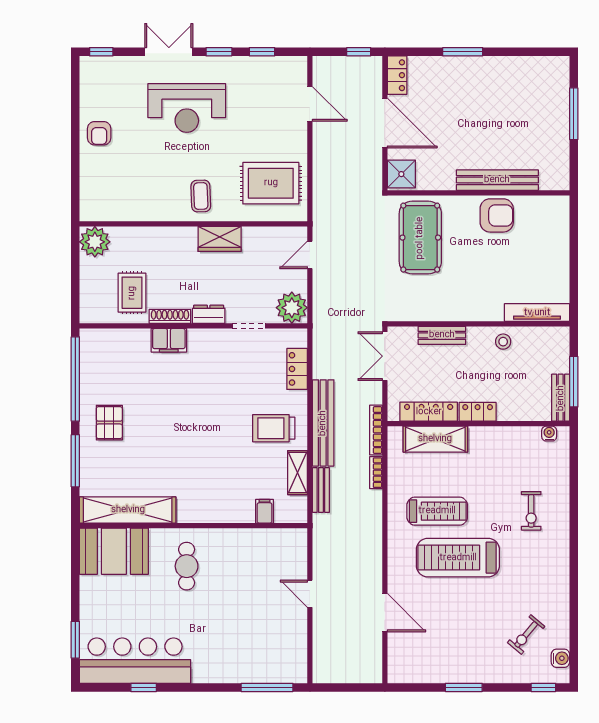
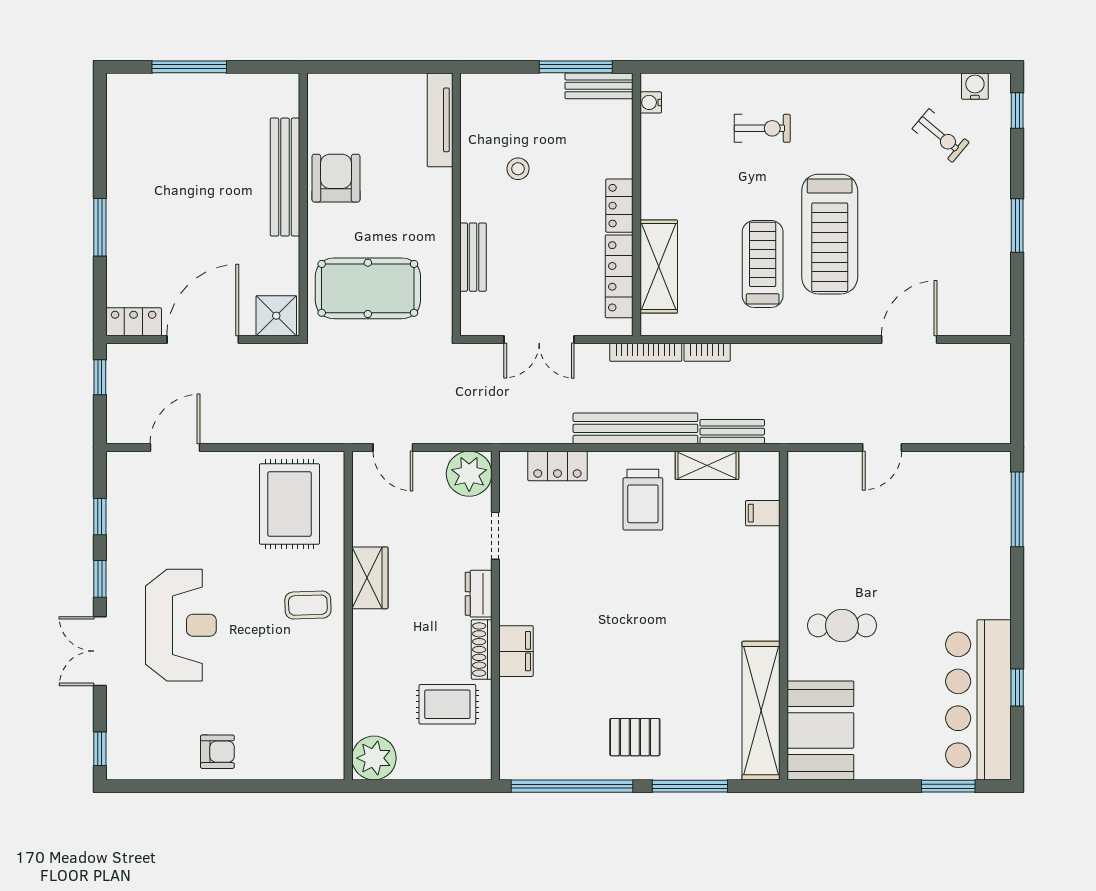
tv unit: (537, 313) -> (440, 120), moved
wall: (478, 324) -> (456, 204), moved
bench: (442, 335) -> (473, 257), moved

